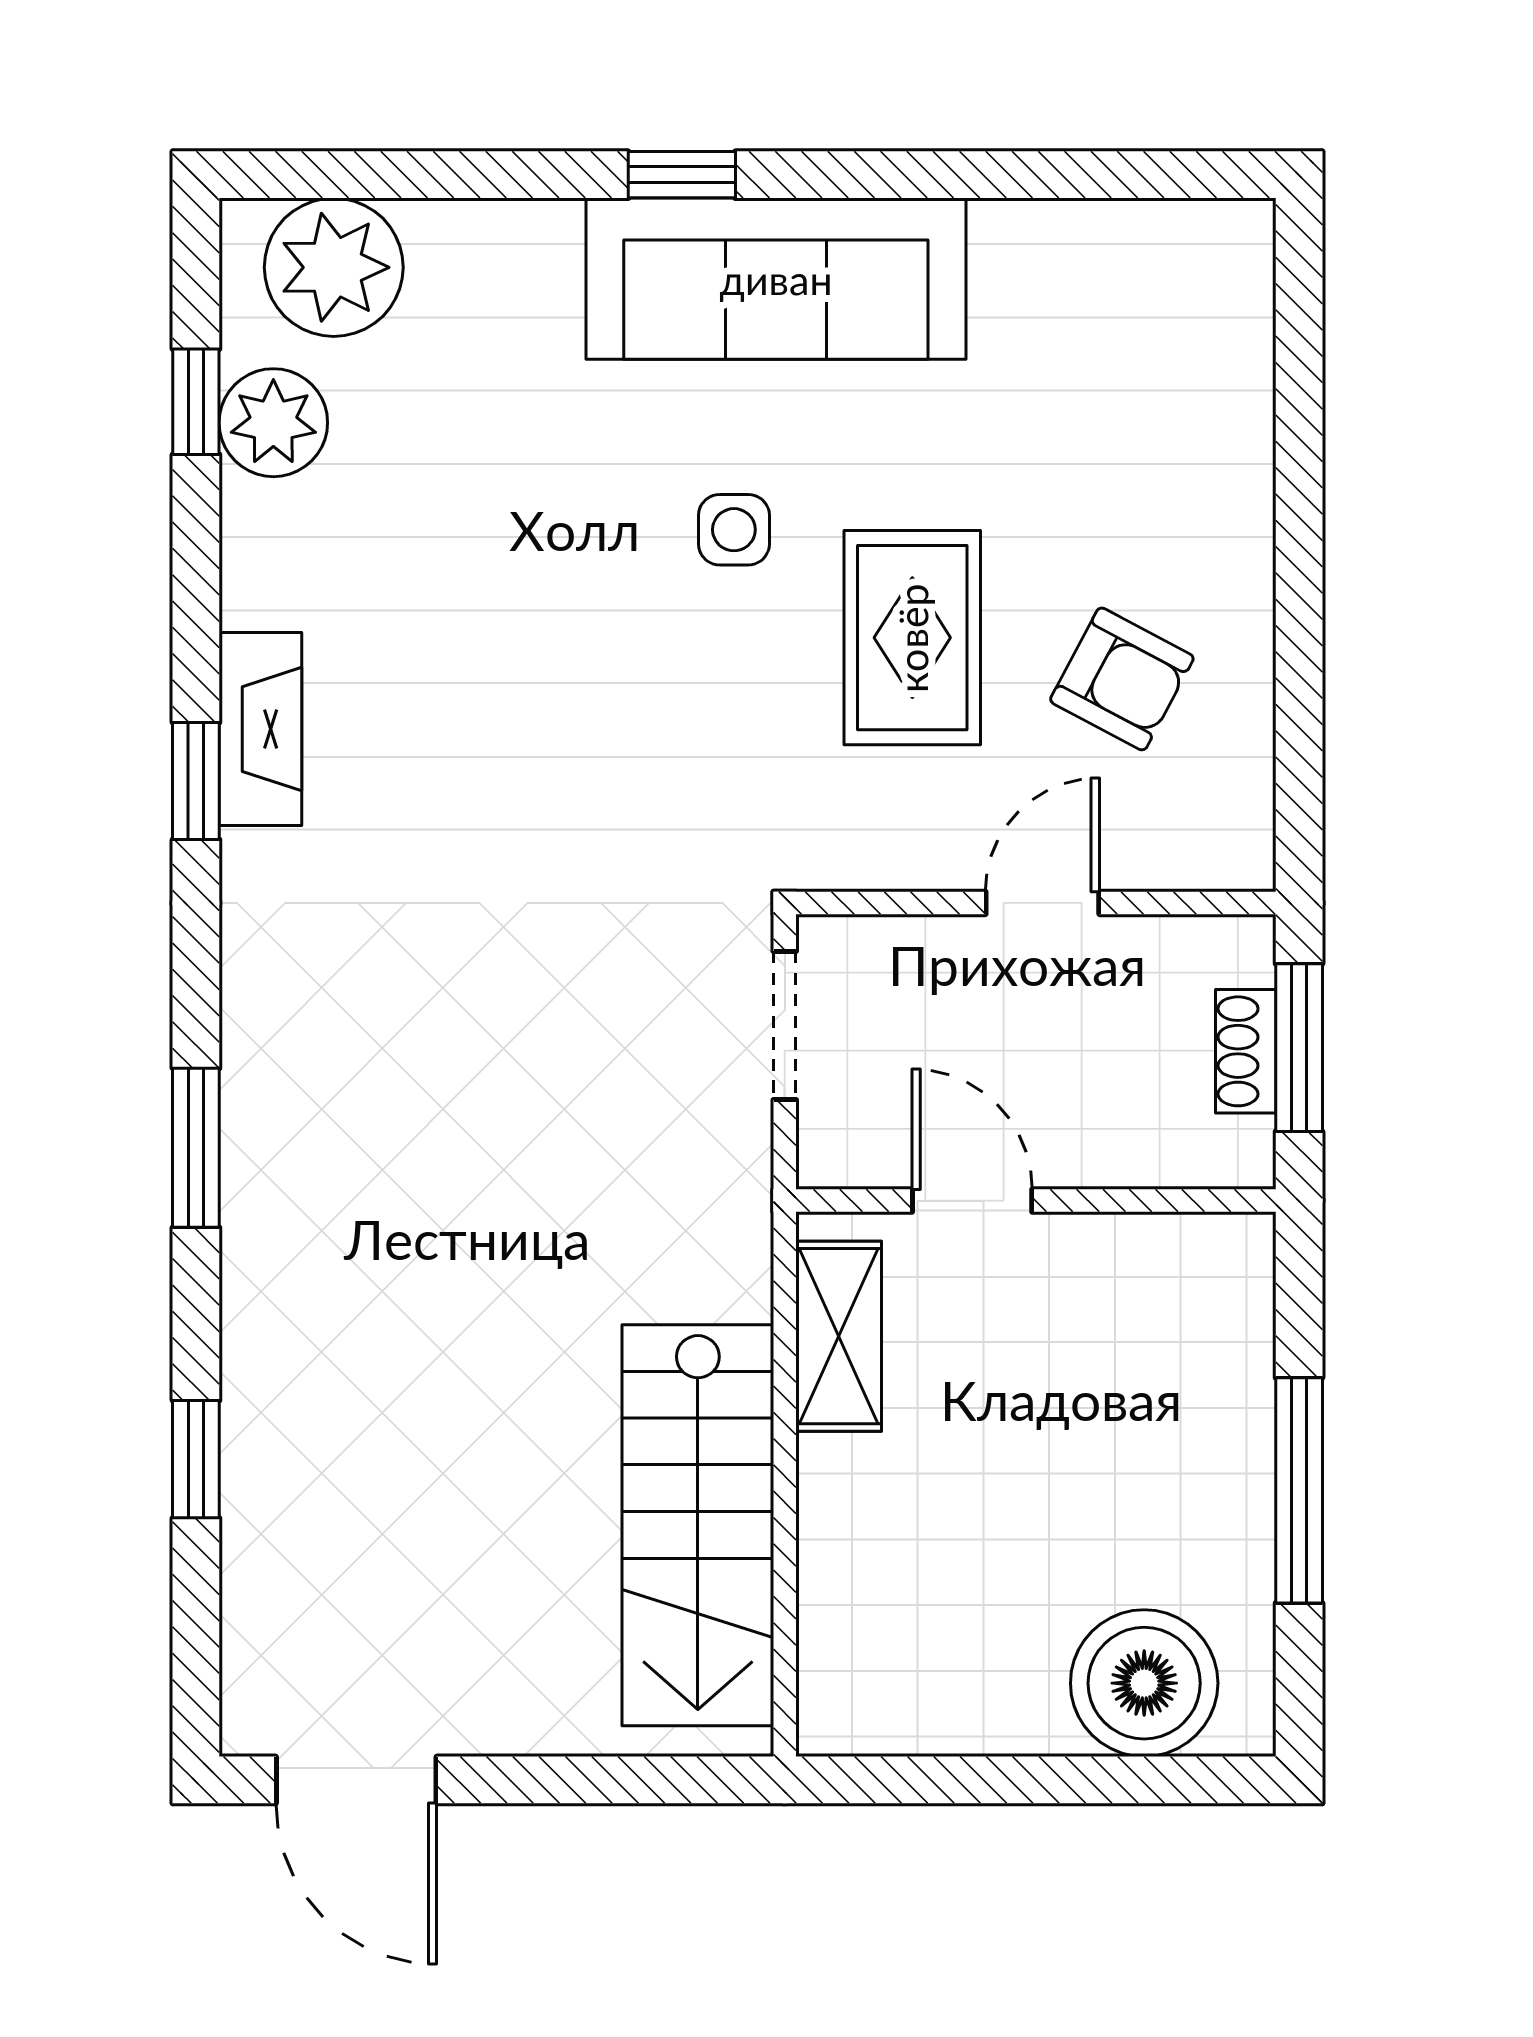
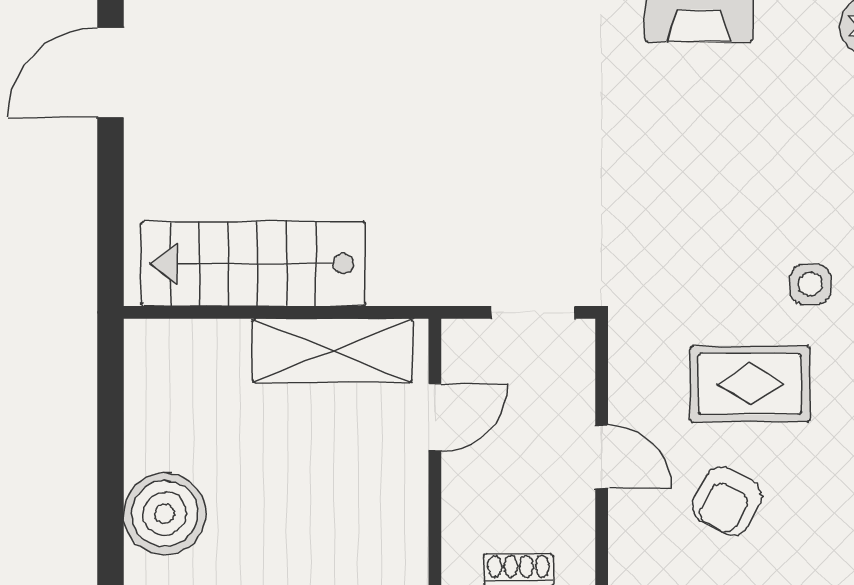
shelving: (839, 1336) -> (332, 351), width x1.50, depth x1.33

